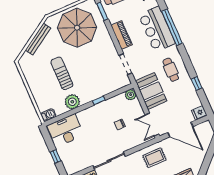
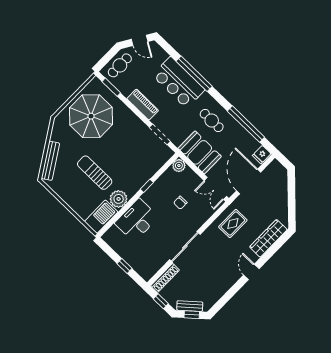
bench: (38, 39) -> (50, 161), moved
window: (197, 84) -> (246, 124), width x3.17
barbecue: (48, 115) -> (101, 217), width x1.88, depth x1.53
desk: (66, 130) -> (137, 220), moved
door: (180, 130) -> (249, 181), swing flipped

